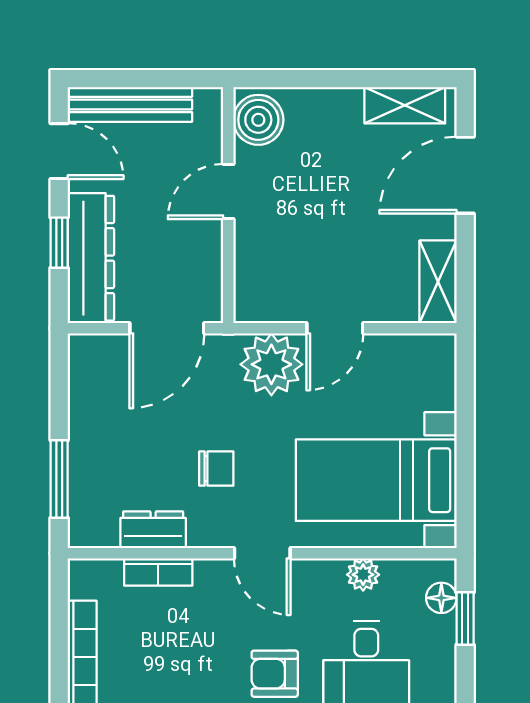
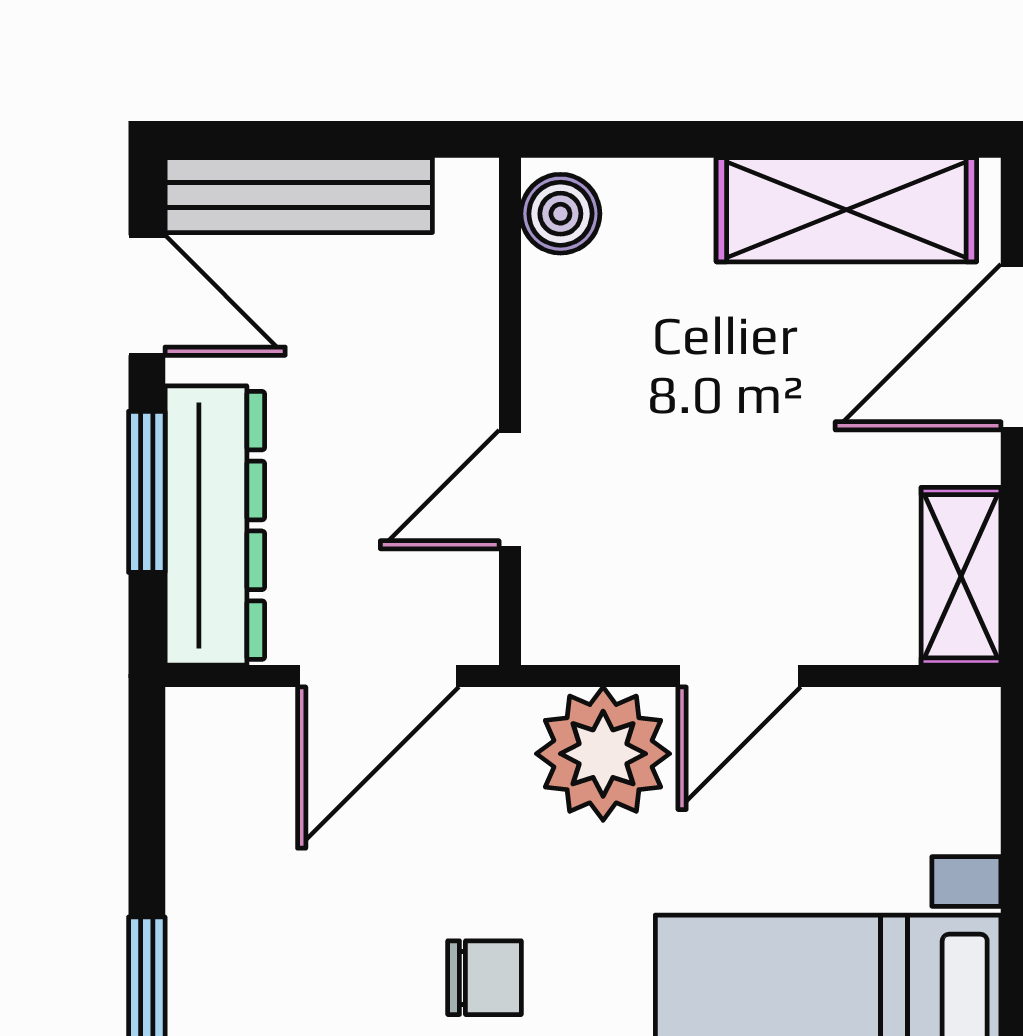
shelving: (405, 105) -> (846, 210), width x1.50, depth x1.33
boiler: (258, 120) -> (560, 214), width x0.73, depth x0.73
door: (228, 192) -> (510, 489), moved
window: (59, 243) -> (147, 492), width x1.50

